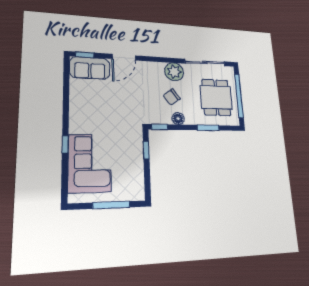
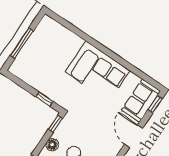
window: (65, 144) -> (90, 40), removed
corner sofa: (90, 163) -> (97, 71), moved

